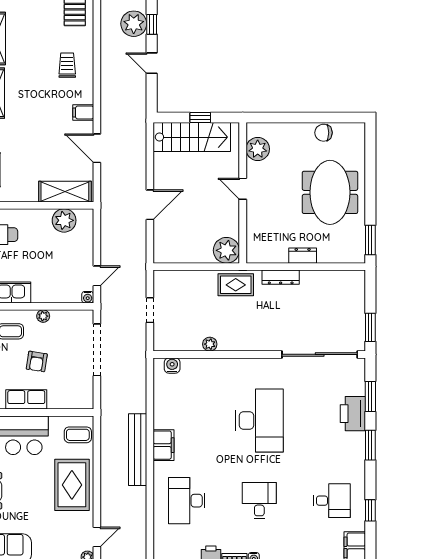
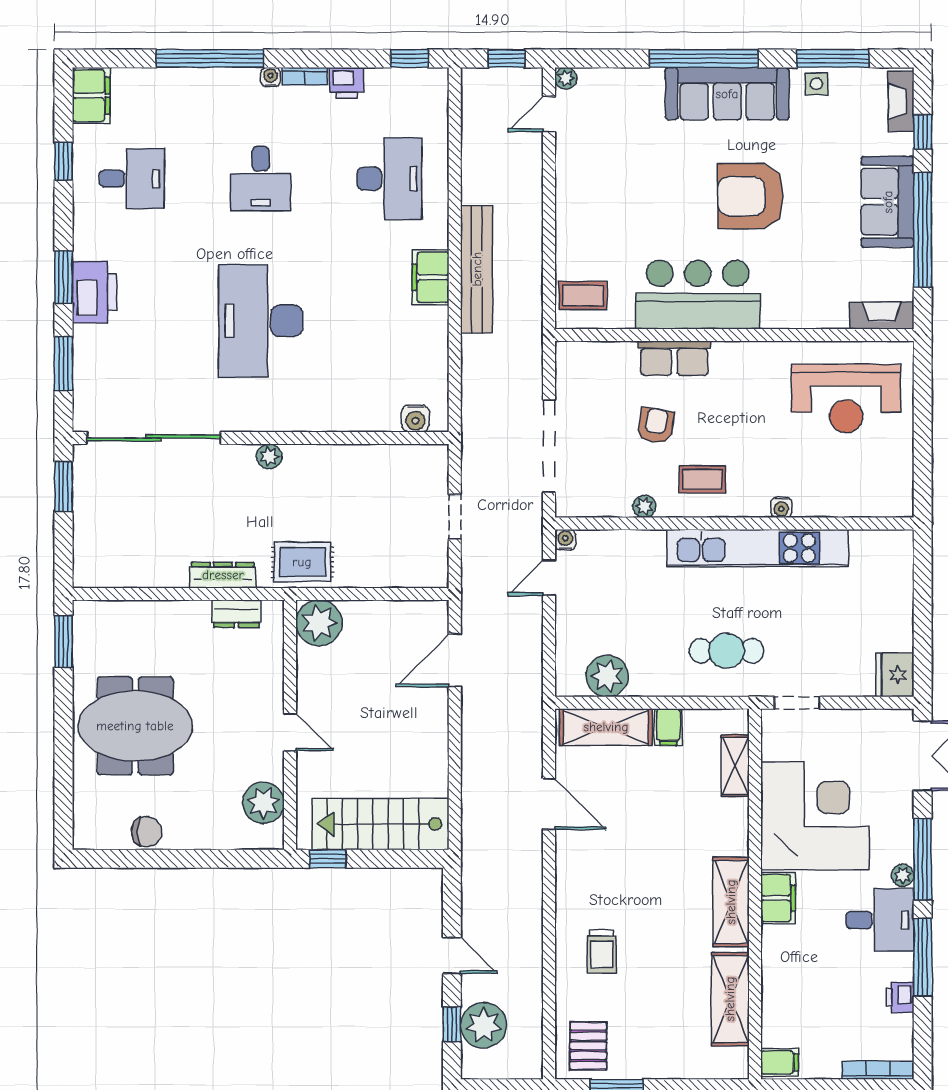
filing cabinet: (83, 112) -> (668, 727), moved, turned 90
window: (200, 117) -> (328, 859), moved
meeting table: (330, 192) -> (135, 726), turned 90
door: (150, 205) -> (455, 660), moved
dresser: (303, 256) -> (236, 614), moved
plant: (210, 344) -> (269, 456), moved
printer: (353, 414) -> (94, 292), moved
rug: (72, 485) -> (593, 207), removed
desk: (332, 501) -> (132, 179), turned 180

